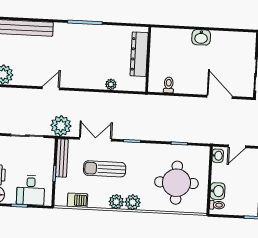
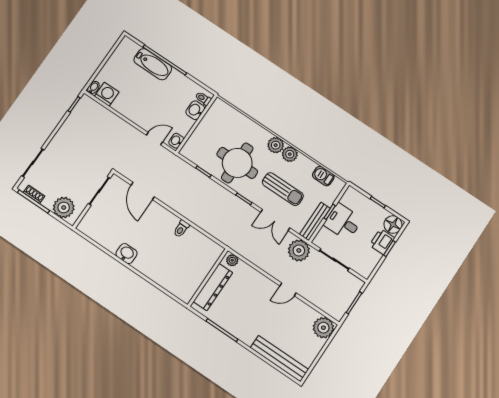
dresser: (139, 54) -> (213, 287), moved
wall: (148, 59) -> (208, 277), moved
round table: (176, 183) -> (237, 163), moved
desk: (31, 190) -> (343, 222), moved, turned -90

